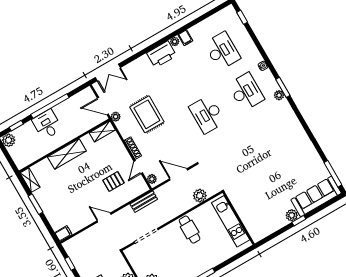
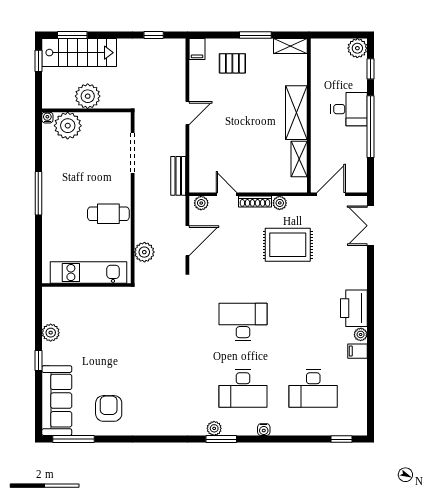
plant: (116, 117) -> (280, 203), moved
shelving: (102, 131) -> (299, 159), moved
armchair: (303, 164) -> (109, 408), added
pallet: (113, 182) -> (232, 63), moved, turned 90
plant: (292, 215) -> (51, 333), moved

